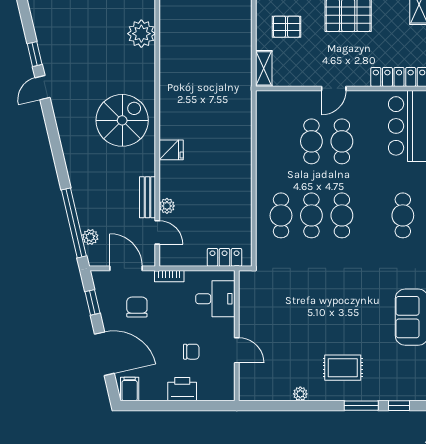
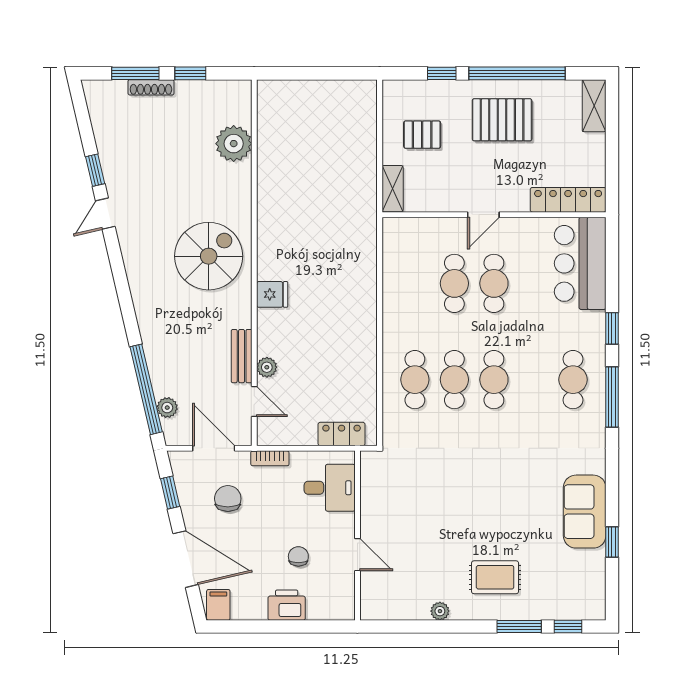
chair: (191, 352) -> (298, 556), turned -90

